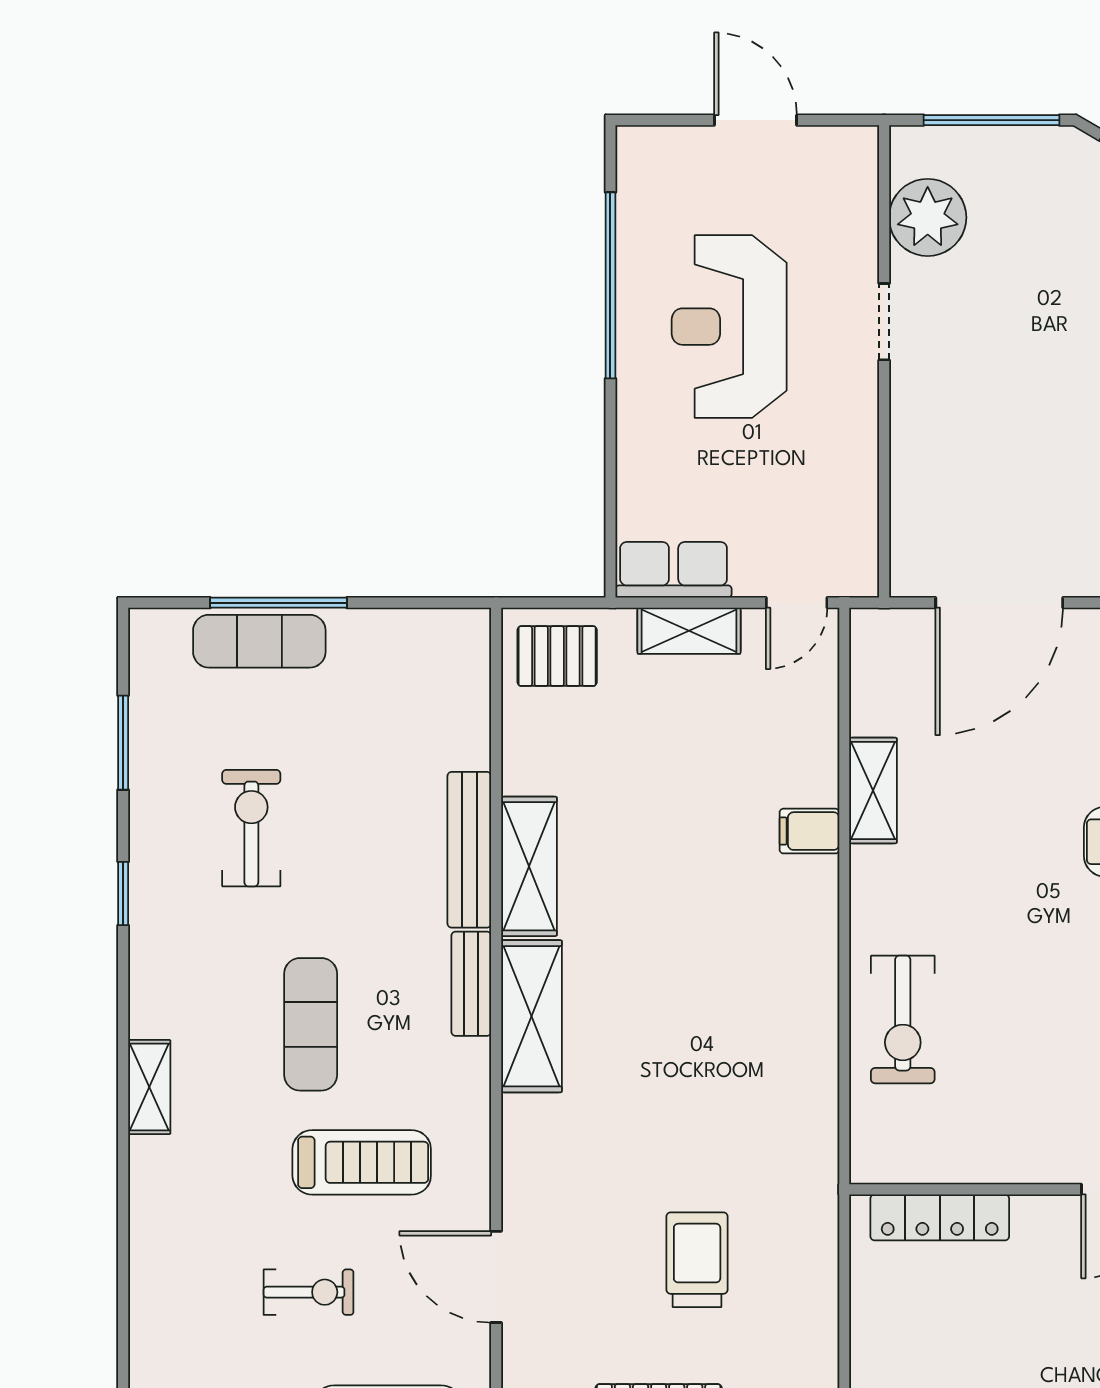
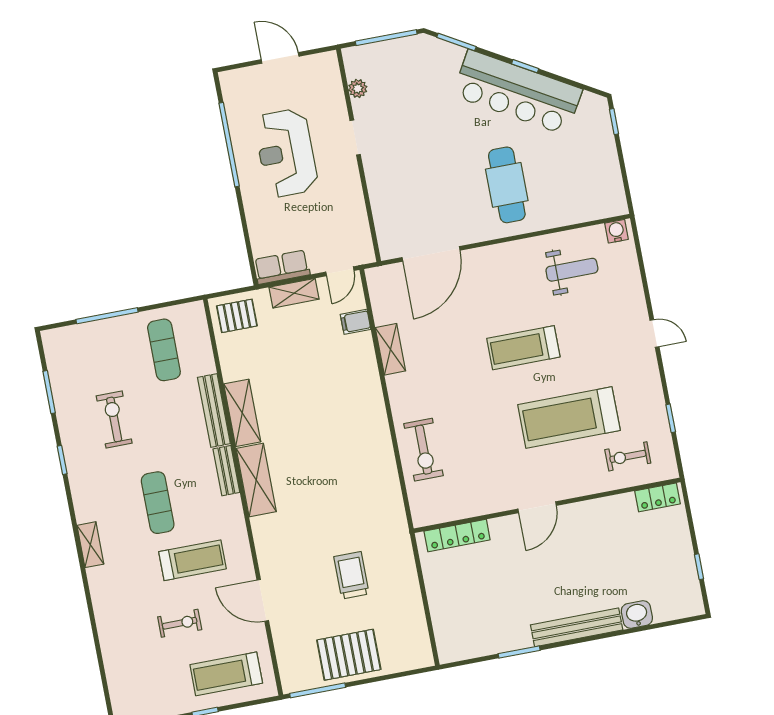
plant: (928, 217) -> (358, 88), width x0.53, depth x0.53
exercise mat: (259, 641) -> (164, 350), moved, turned 90
filing cabinet: (809, 831) -> (356, 322), moved

